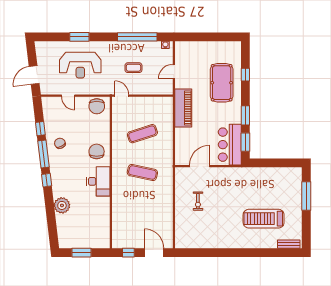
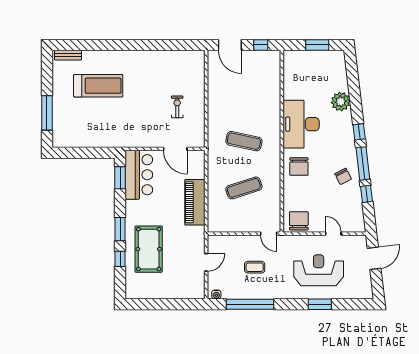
piano: (183, 108) -> (195, 202), moved
window: (245, 115) -> (120, 229), moved
door: (200, 166) -> (175, 149), hinge flipped
desk: (98, 181) -> (301, 124), width x1.36, depth x1.30

